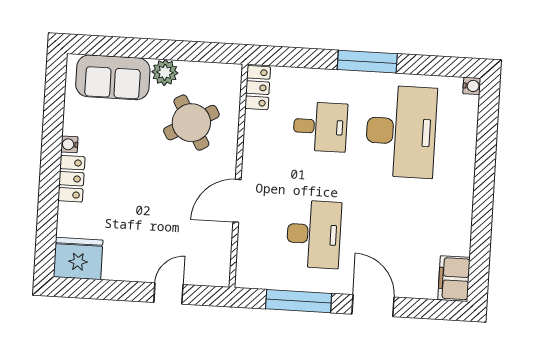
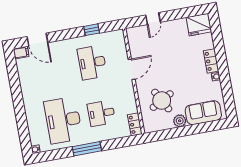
filing cabinet: (454, 279) -> (21, 53), width x0.50
window: (299, 301) -> (92, 30), width x0.46
door: (373, 306) -> (37, 40), moved

